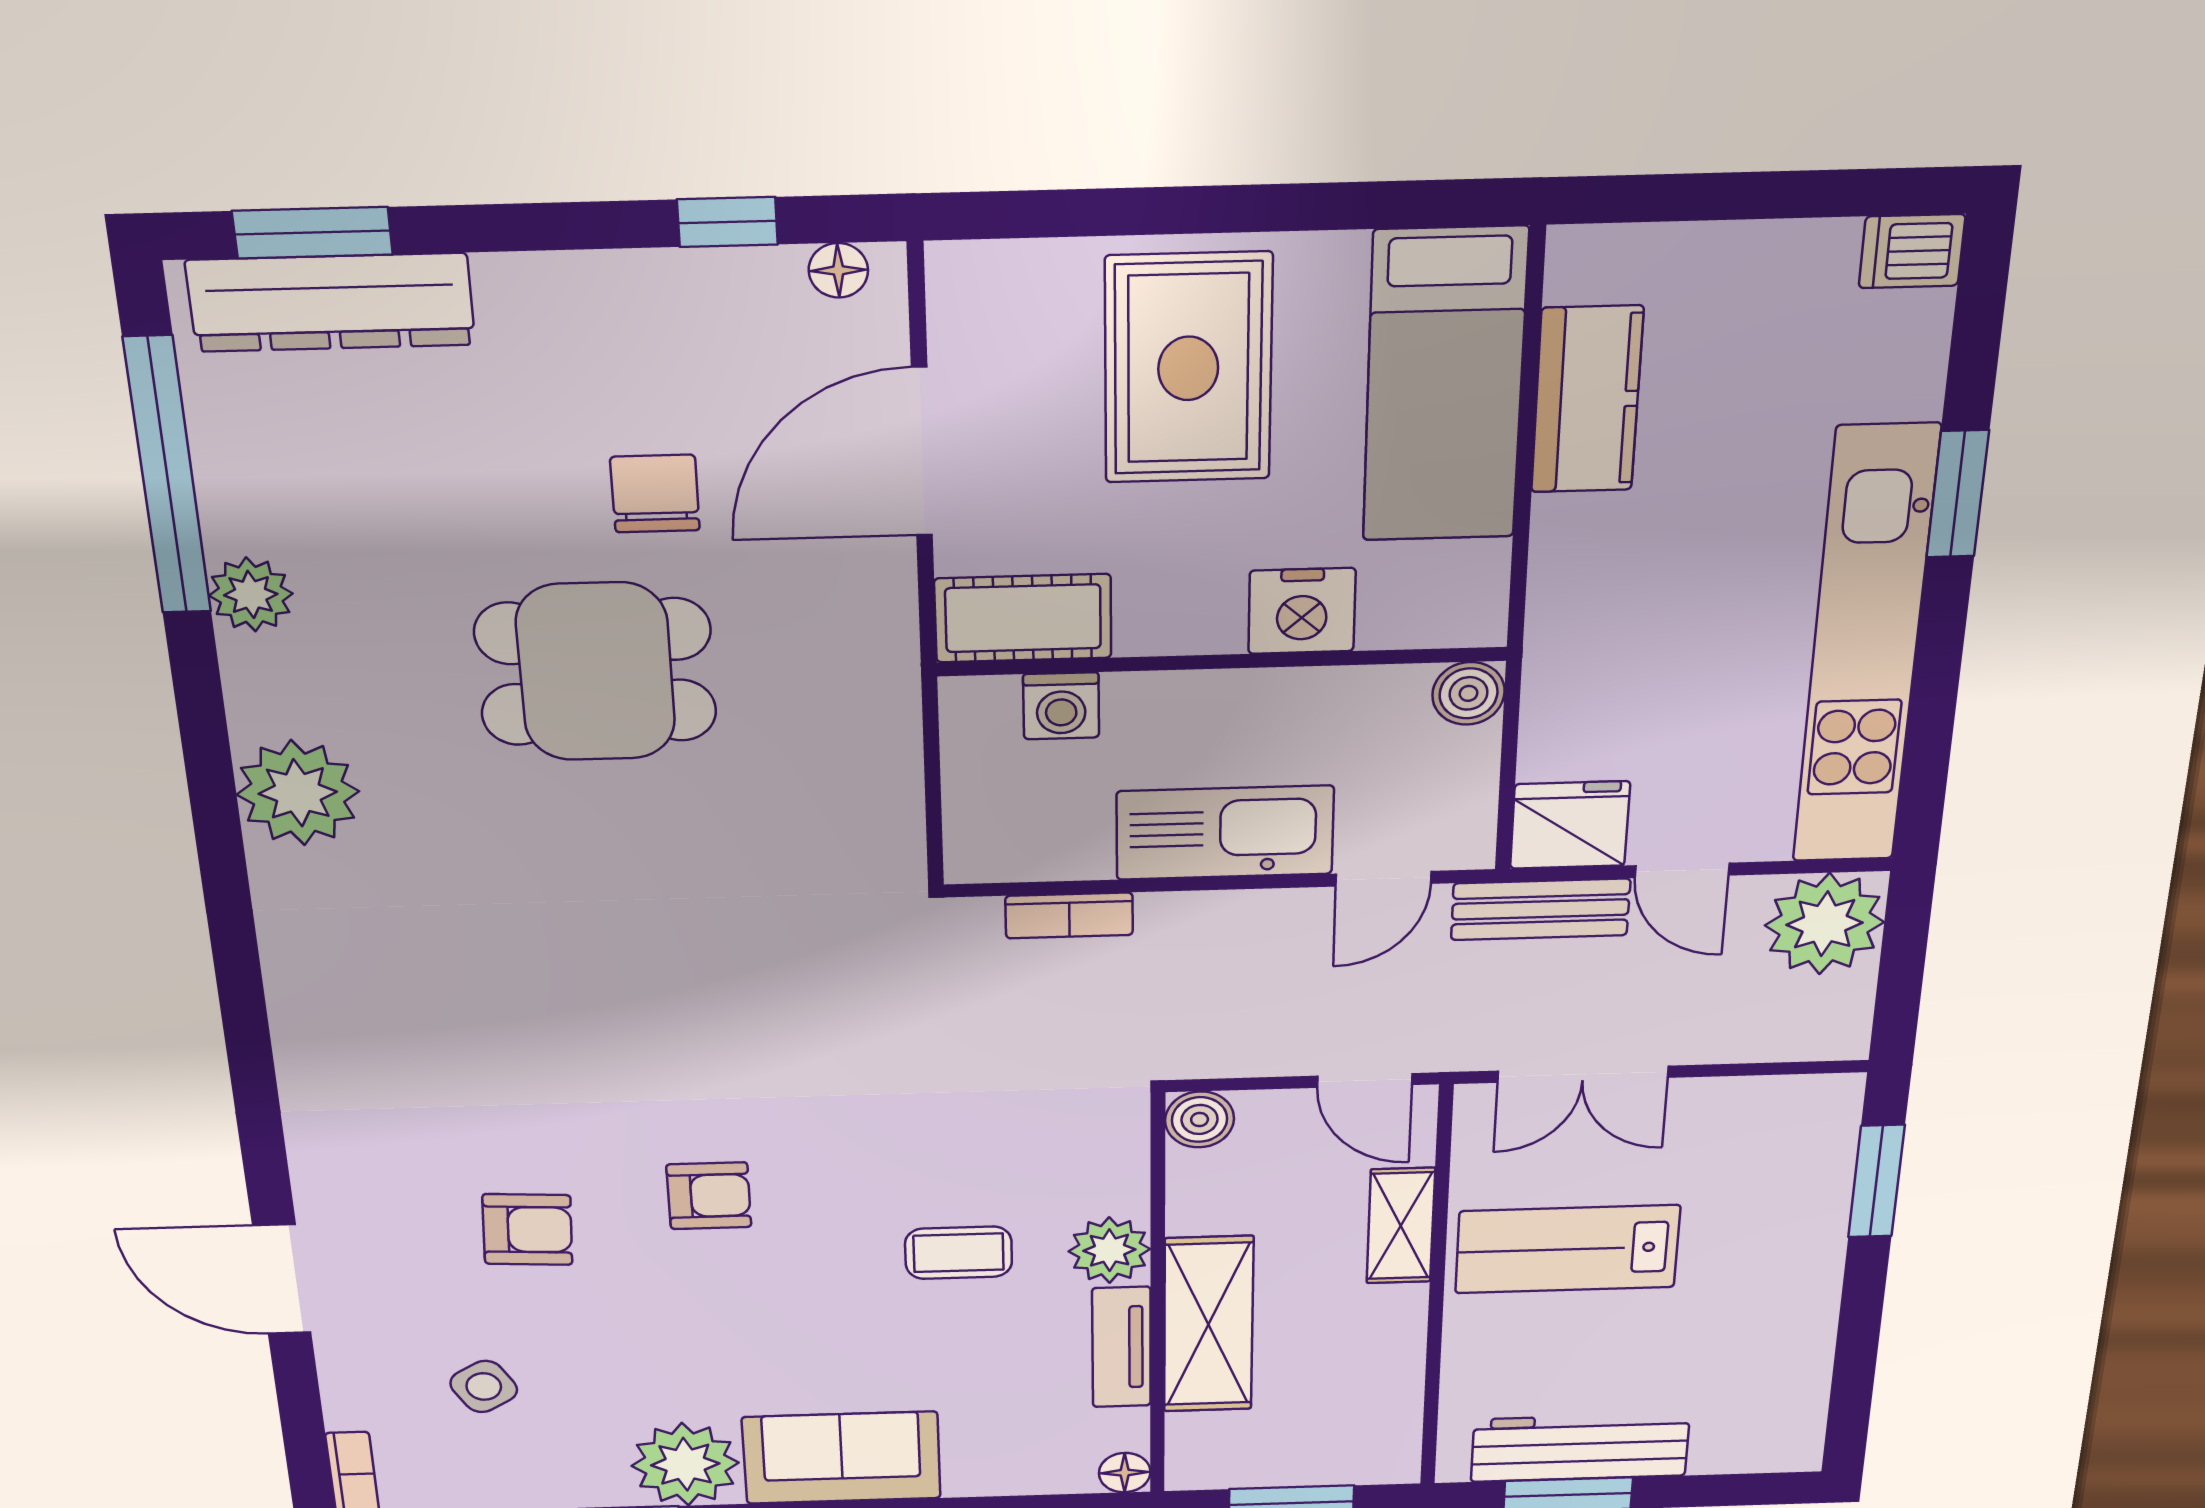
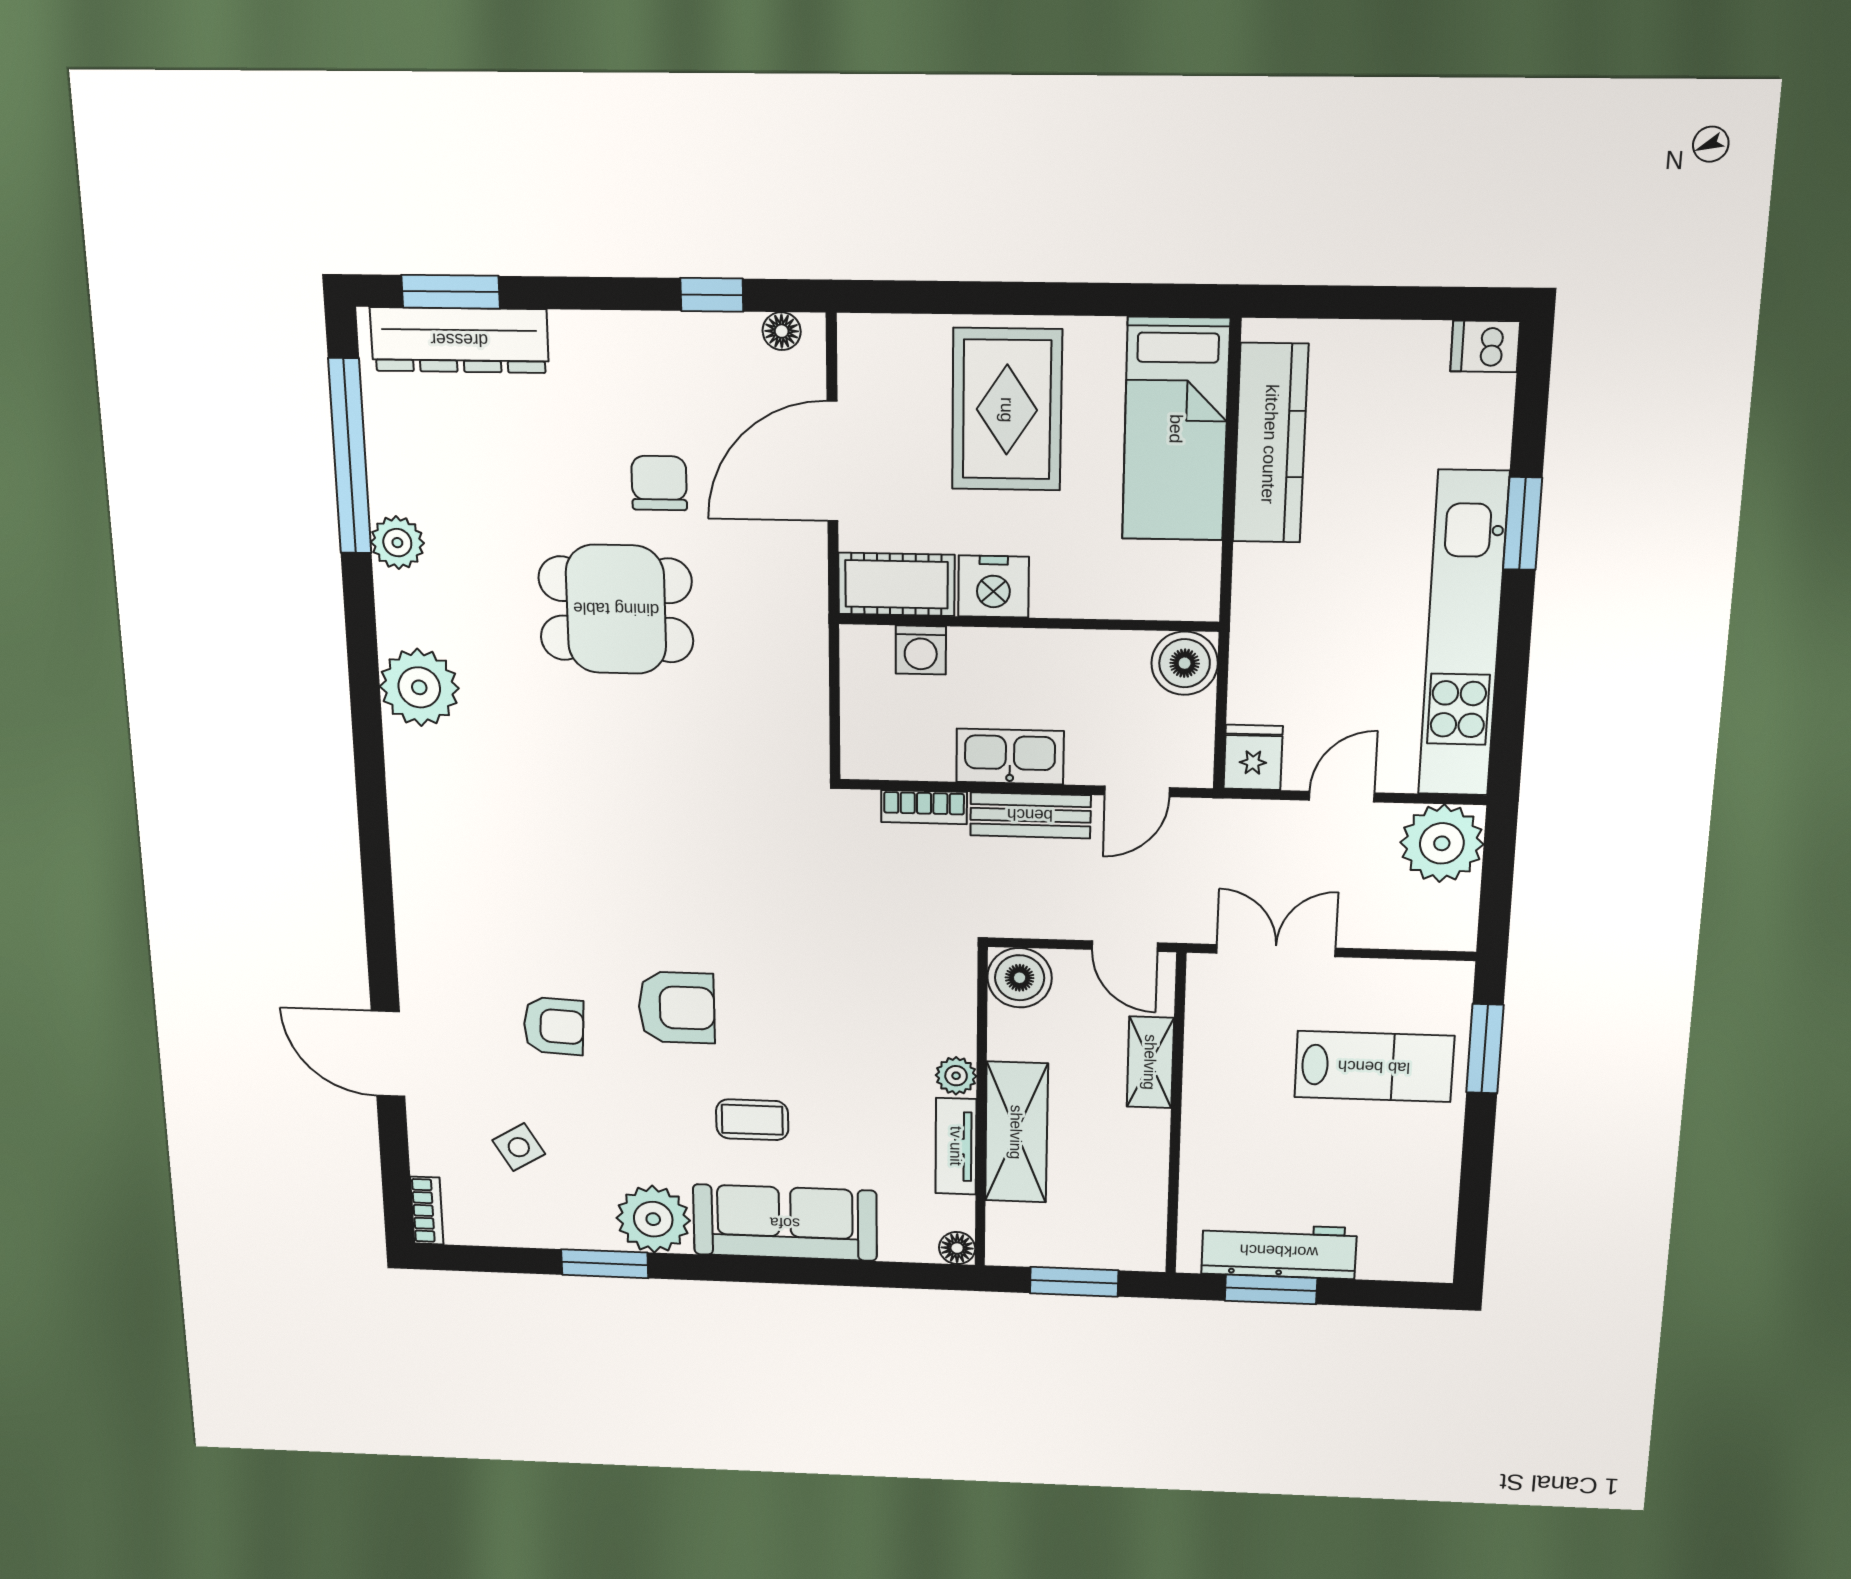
kitchen counter: (1587, 400) -> (1270, 444), width x1.50
nightstand: (1302, 611) -> (993, 587), moved
boiler: (1469, 693) -> (1185, 663), width x1.36, depth x1.36
fridge: (1570, 825) -> (1253, 757), width x0.72
kitchen sink: (1225, 833) -> (1010, 756), width x0.73, depth x0.81
door: (1682, 870) -> (1342, 797), swing flipped
bench: (1541, 909) -> (1030, 815), moved
double door: (1583, 1074) -> (1276, 951), swing flipped
boiler: (1200, 1119) -> (1020, 978), width x1.36, depth x1.36
armchair: (709, 1196) -> (676, 1008), width x1.38, depth x1.38
lab bench: (1567, 1249) -> (1374, 1067), moved, turned 180
plant: (1109, 1250) -> (956, 1076), width x0.73, depth x0.73
coffee table: (959, 1253) -> (752, 1120), moved
sofa: (842, 1458) -> (785, 1223), width x1.36

